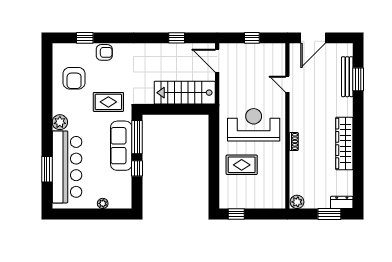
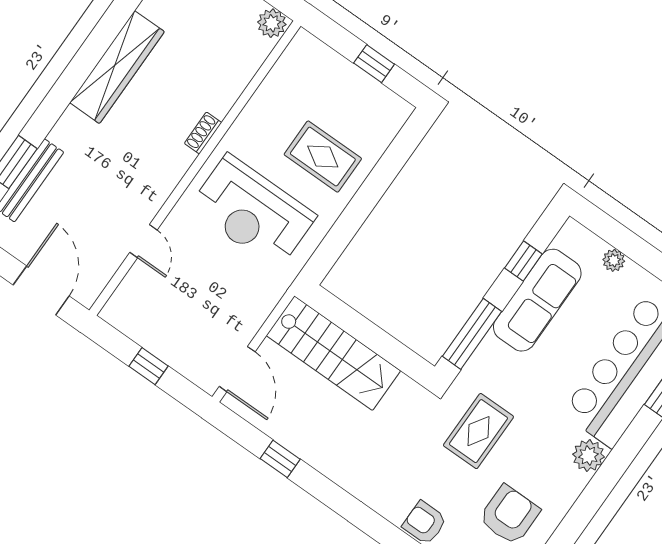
door: (313, 38) -> (41, 290), hinge flipped
rug: (108, 102) -> (478, 431), turned 90
sofa: (121, 146) -> (537, 300), moved
window: (137, 168) -> (523, 261), moved
window: (236, 214) -> (374, 64), moved

